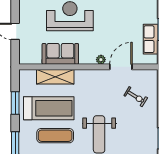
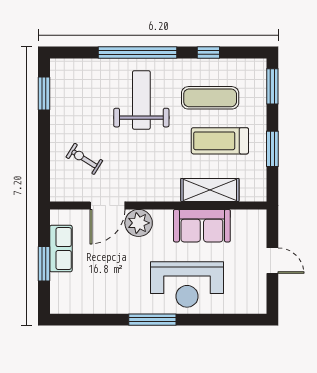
plant: (101, 60) -> (139, 223), width x1.88, depth x1.88
treadmill: (49, 108) -> (220, 141), width x0.73, depth x0.73

